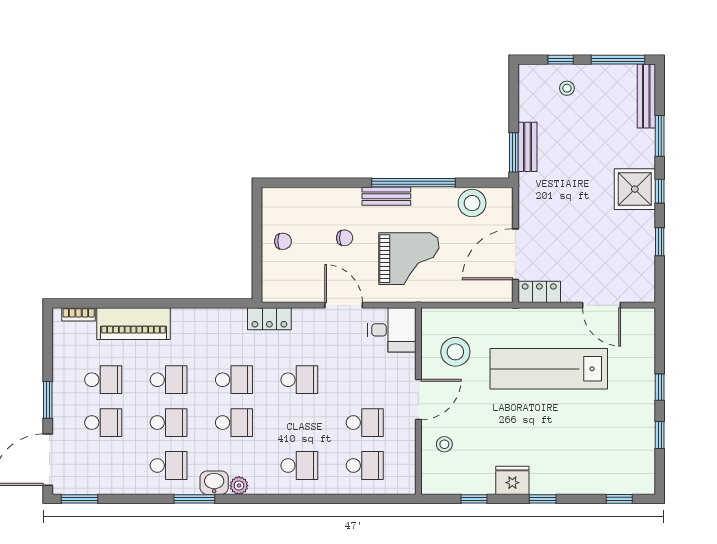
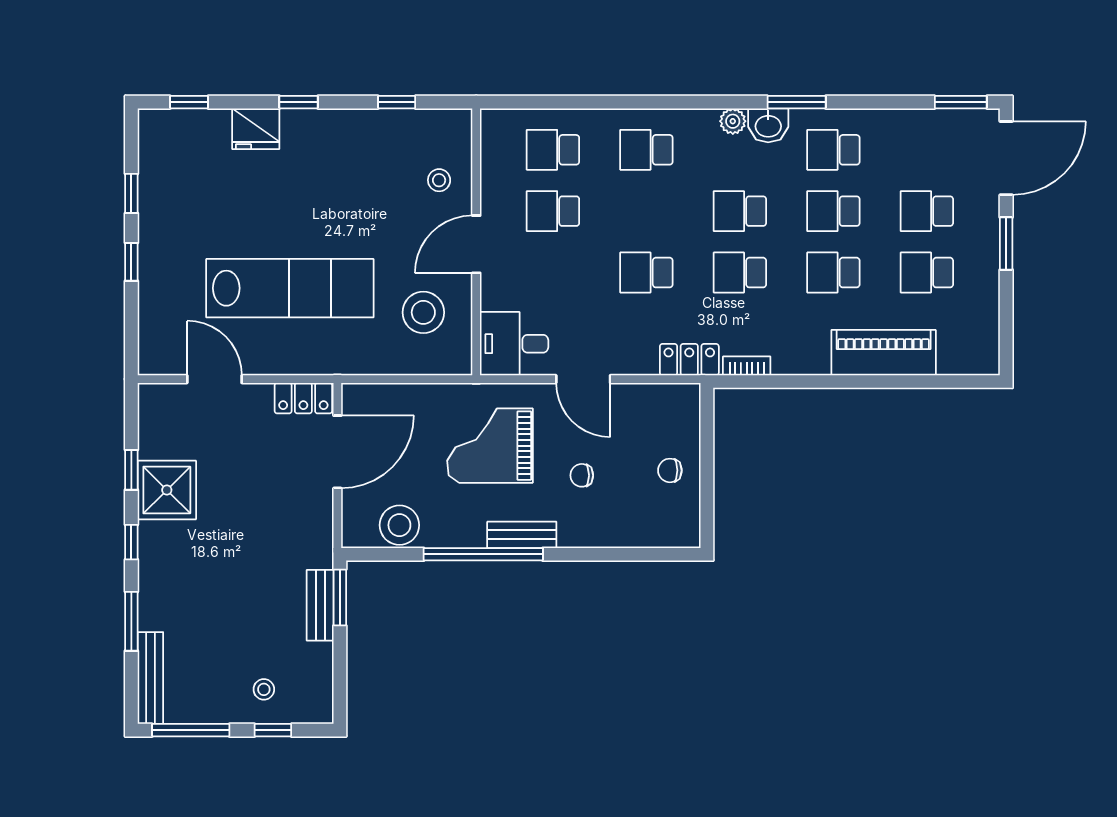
shower: (635, 189) -> (167, 490), moved
bookcase: (79, 314) -> (747, 366), moved
fridge: (512, 480) -> (256, 129), moved

